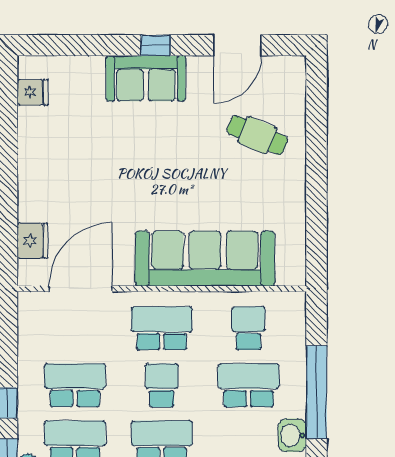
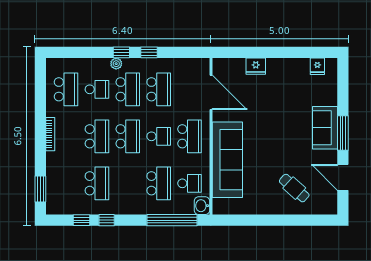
window: (156, 45) -> (343, 133), width x2.17
cafe table: (257, 135) -> (294, 188), turned -71
fridge: (32, 241) -> (256, 66), moved
window: (316, 392) -> (172, 220), moved
washbasin: (292, 435) -> (202, 206), moved, turned -90

